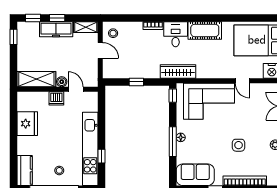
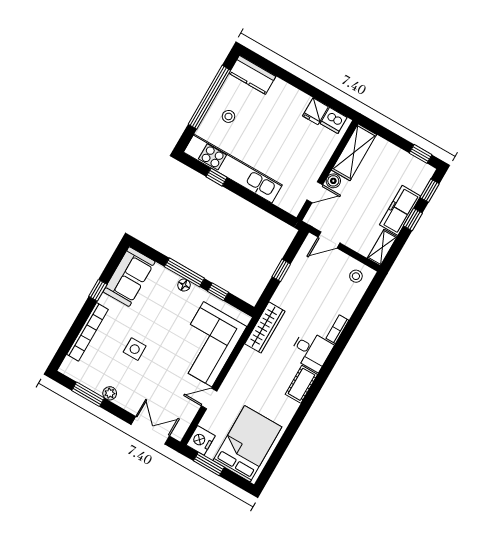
cot: (205, 30) -> (301, 384), width x0.73, depth x0.75
door: (100, 50) -> (329, 240), moved
window: (173, 96) -> (218, 292), moved
dishwasher: (56, 98) -> (334, 120), moved, turned -90
fridge: (27, 124) -> (315, 111), width x0.53, depth x0.75

